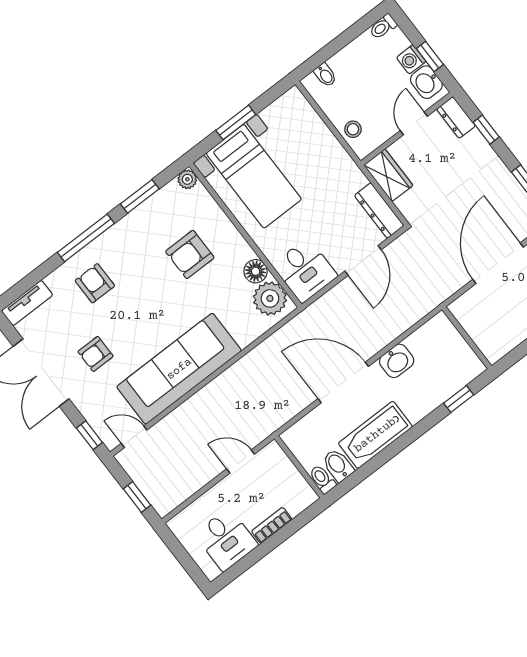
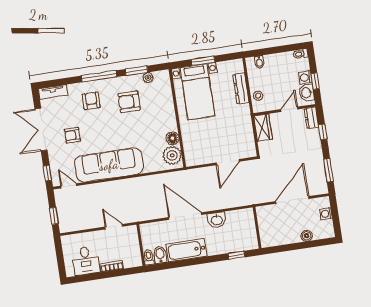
plant: (187, 179) -> (148, 78), moved
dresser: (379, 211) -> (241, 88), moved
armchair: (190, 254) -> (129, 102), moved
desk: (305, 270) -> (197, 151), removed

